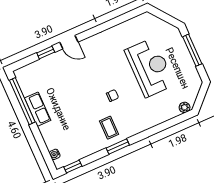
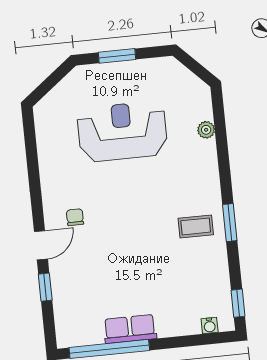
window: (192, 50) -> (117, 56), width x0.69
chair: (112, 96) -> (75, 217), moved
plant: (185, 107) -> (206, 130), moved

